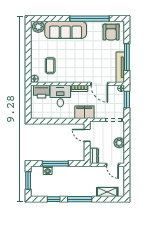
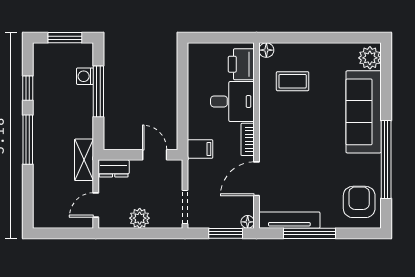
armchair: (111, 32) -> (359, 202), turned 90
filing cabinet: (84, 112) -> (200, 149), width x0.50
door: (87, 135) -> (155, 155), hinge flipped
shelving: (107, 192) -> (84, 160), moved

